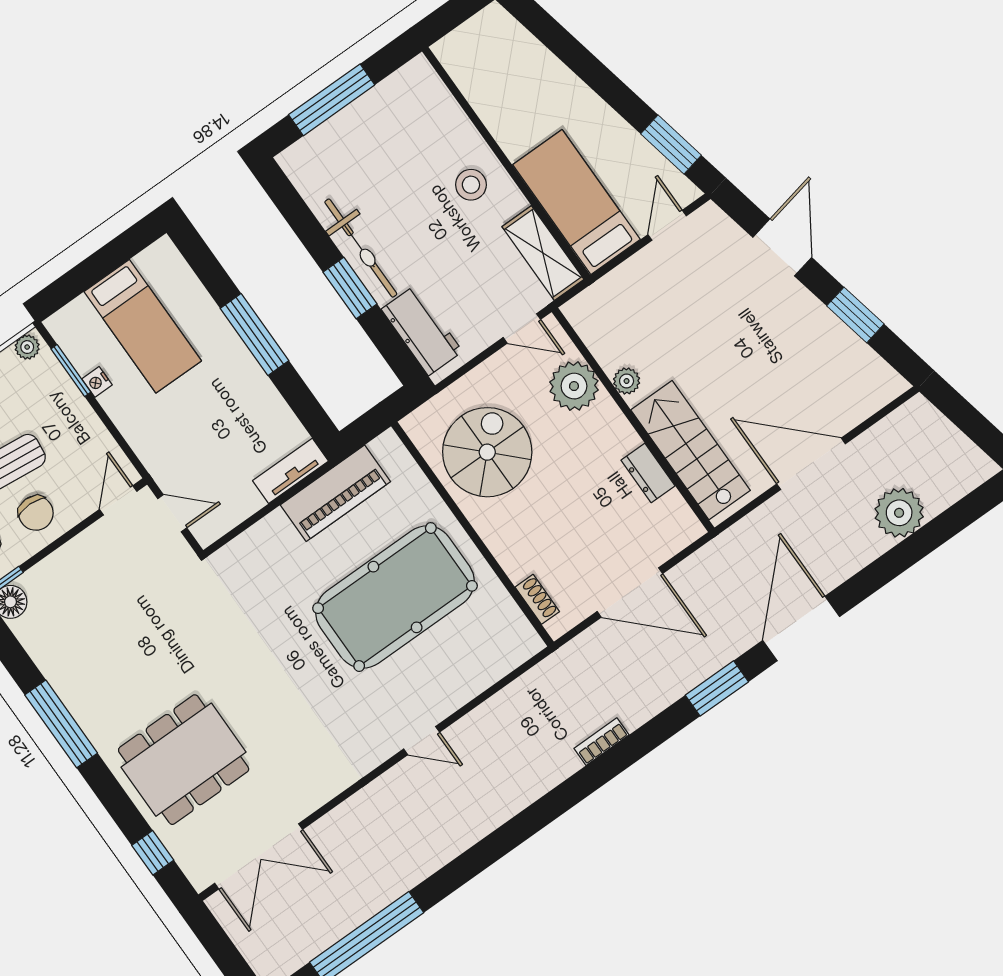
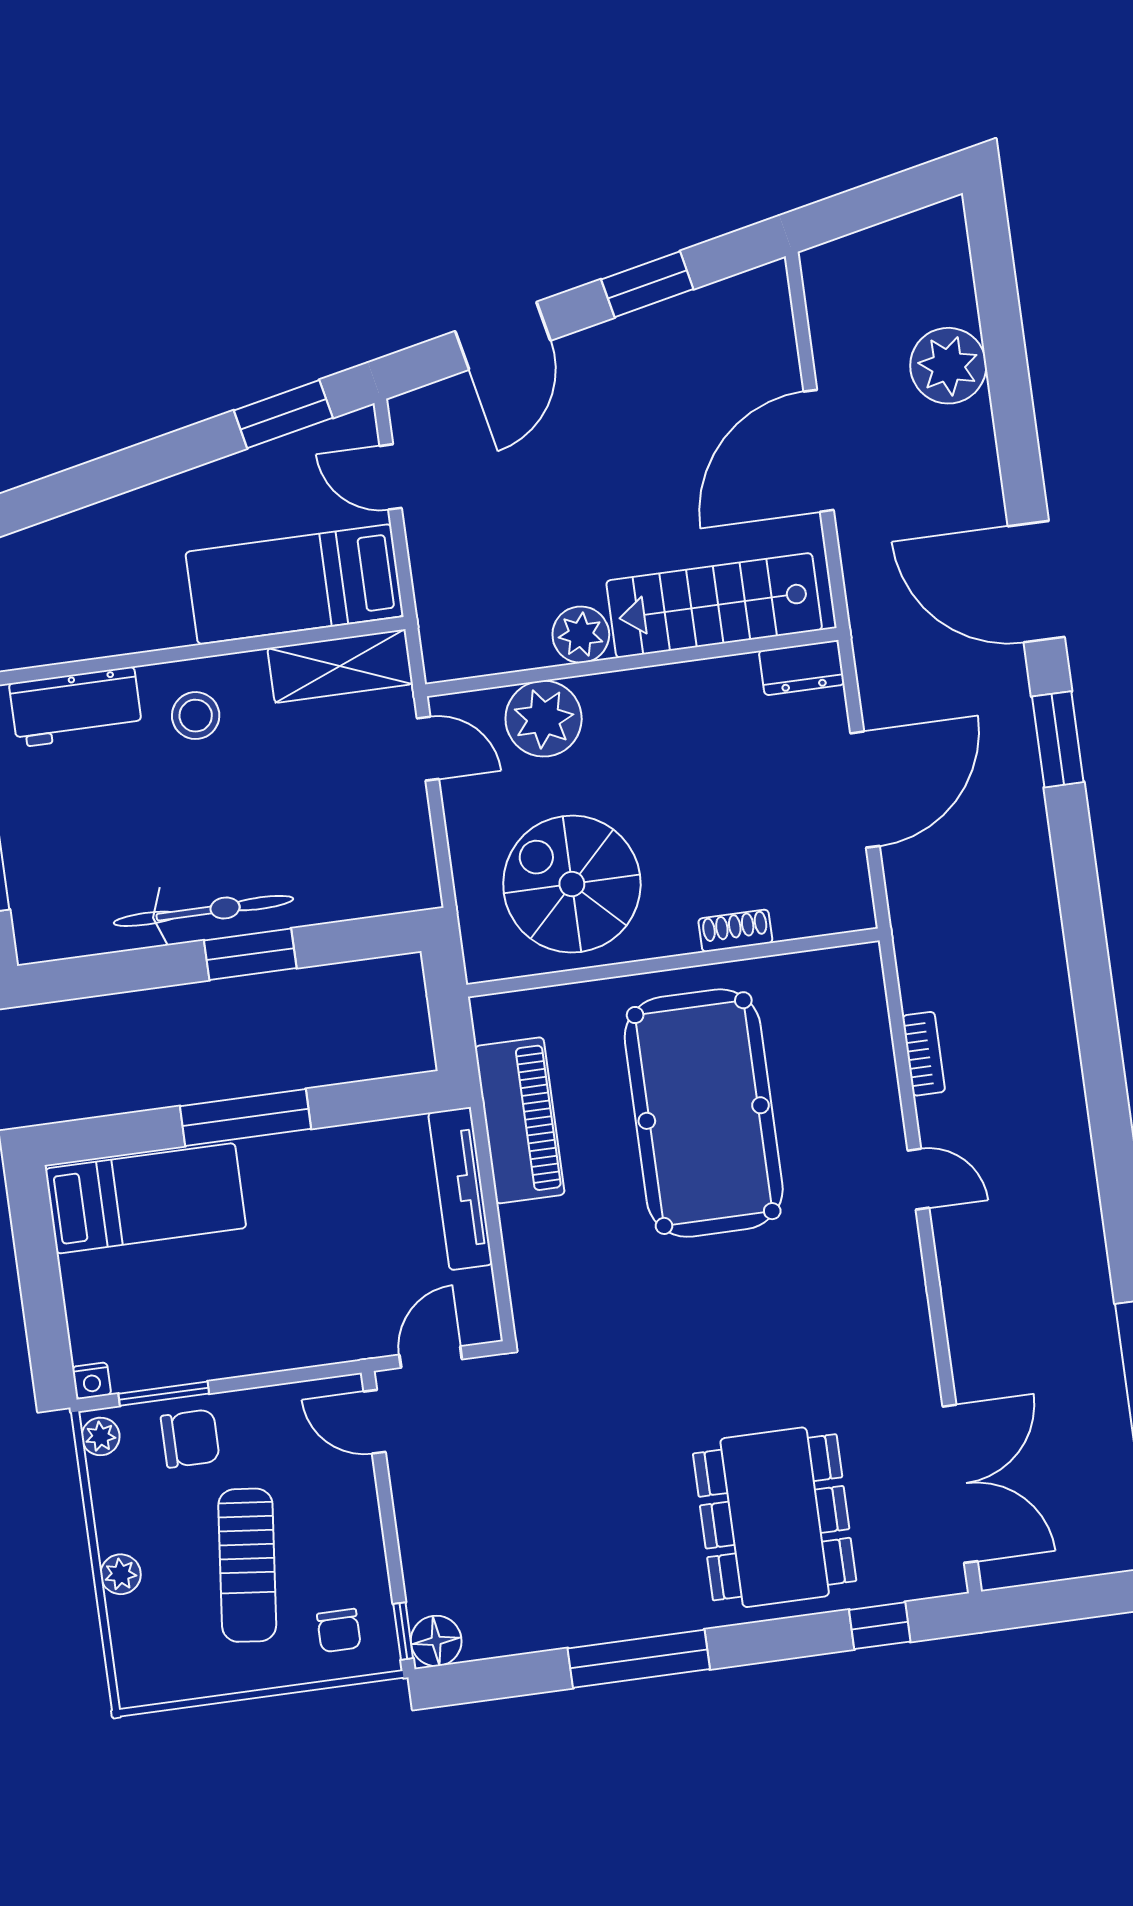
door: (782, 247) -> (503, 336), swing flipped
bed: (143, 326) -> (146, 1198), moved
door: (522, 328) -> (428, 749), hinge flipped
workbench: (422, 330) -> (76, 707), moved, turned 180
plant: (627, 381) -> (581, 635), width x1.38, depth x1.38
nightstand: (97, 382) -> (92, 1381), moved
tv unit: (290, 471) -> (460, 1189), width x1.41
dresser: (648, 473) -> (802, 668), moved
chair: (36, 513) -> (190, 1439), moved
shoe rack: (537, 599) -> (735, 931), moved
door: (422, 741) -> (918, 1179), hinge flipped
bookcase: (602, 742) -> (924, 1054), moved, turned 180

